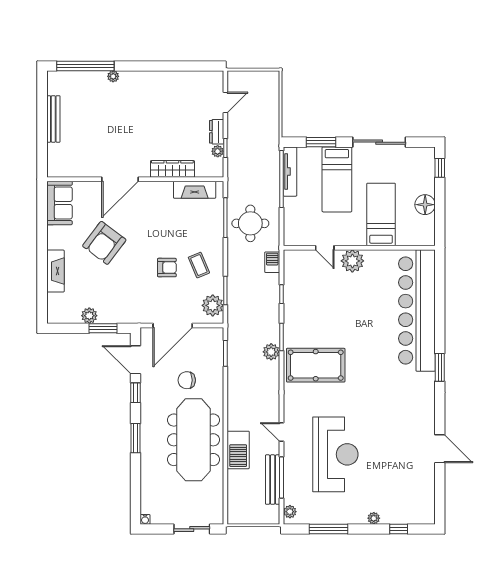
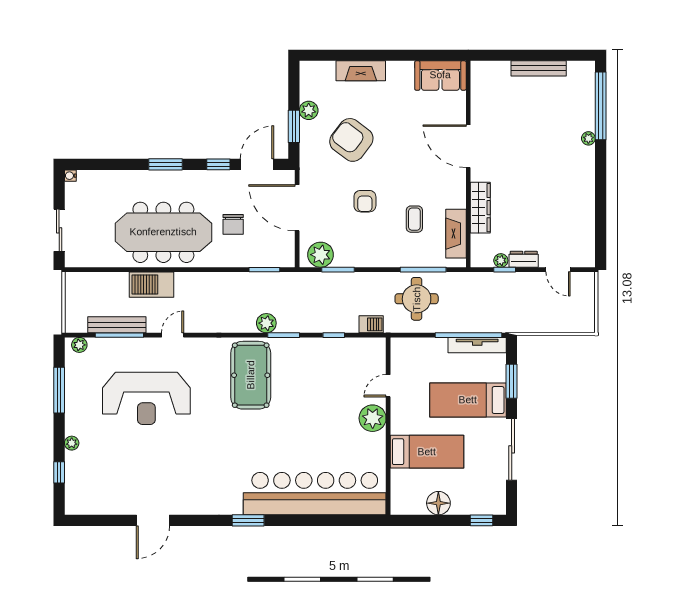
armchair: (104, 243) -> (351, 140), moved
coffee table: (199, 265) -> (414, 219), moved, turned -67
chair: (187, 380) -> (233, 224), turned 180

